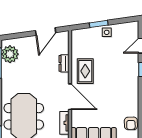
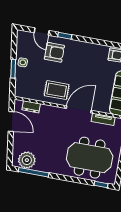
armchair: (122, 62) -> (54, 52), added
dresser: (64, 63) -> (31, 107), moved

